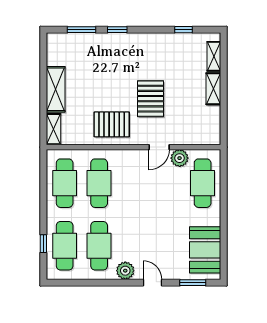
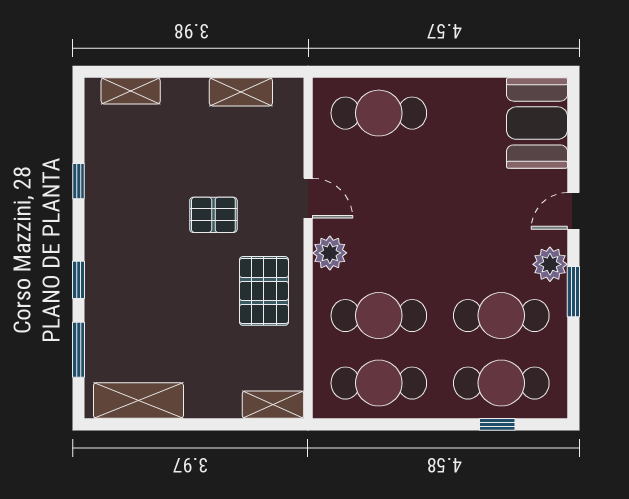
window: (183, 30) -> (79, 181), moved
shelving: (56, 89) -> (138, 400), moved
shelving: (213, 89) -> (241, 92), moved
pallet: (151, 99) -> (213, 215), width x0.67, depth x0.71
plant: (180, 158) -> (330, 253), moved
booth: (205, 250) -> (537, 123), moved, turned 90
window: (193, 283) -> (573, 292), moved

